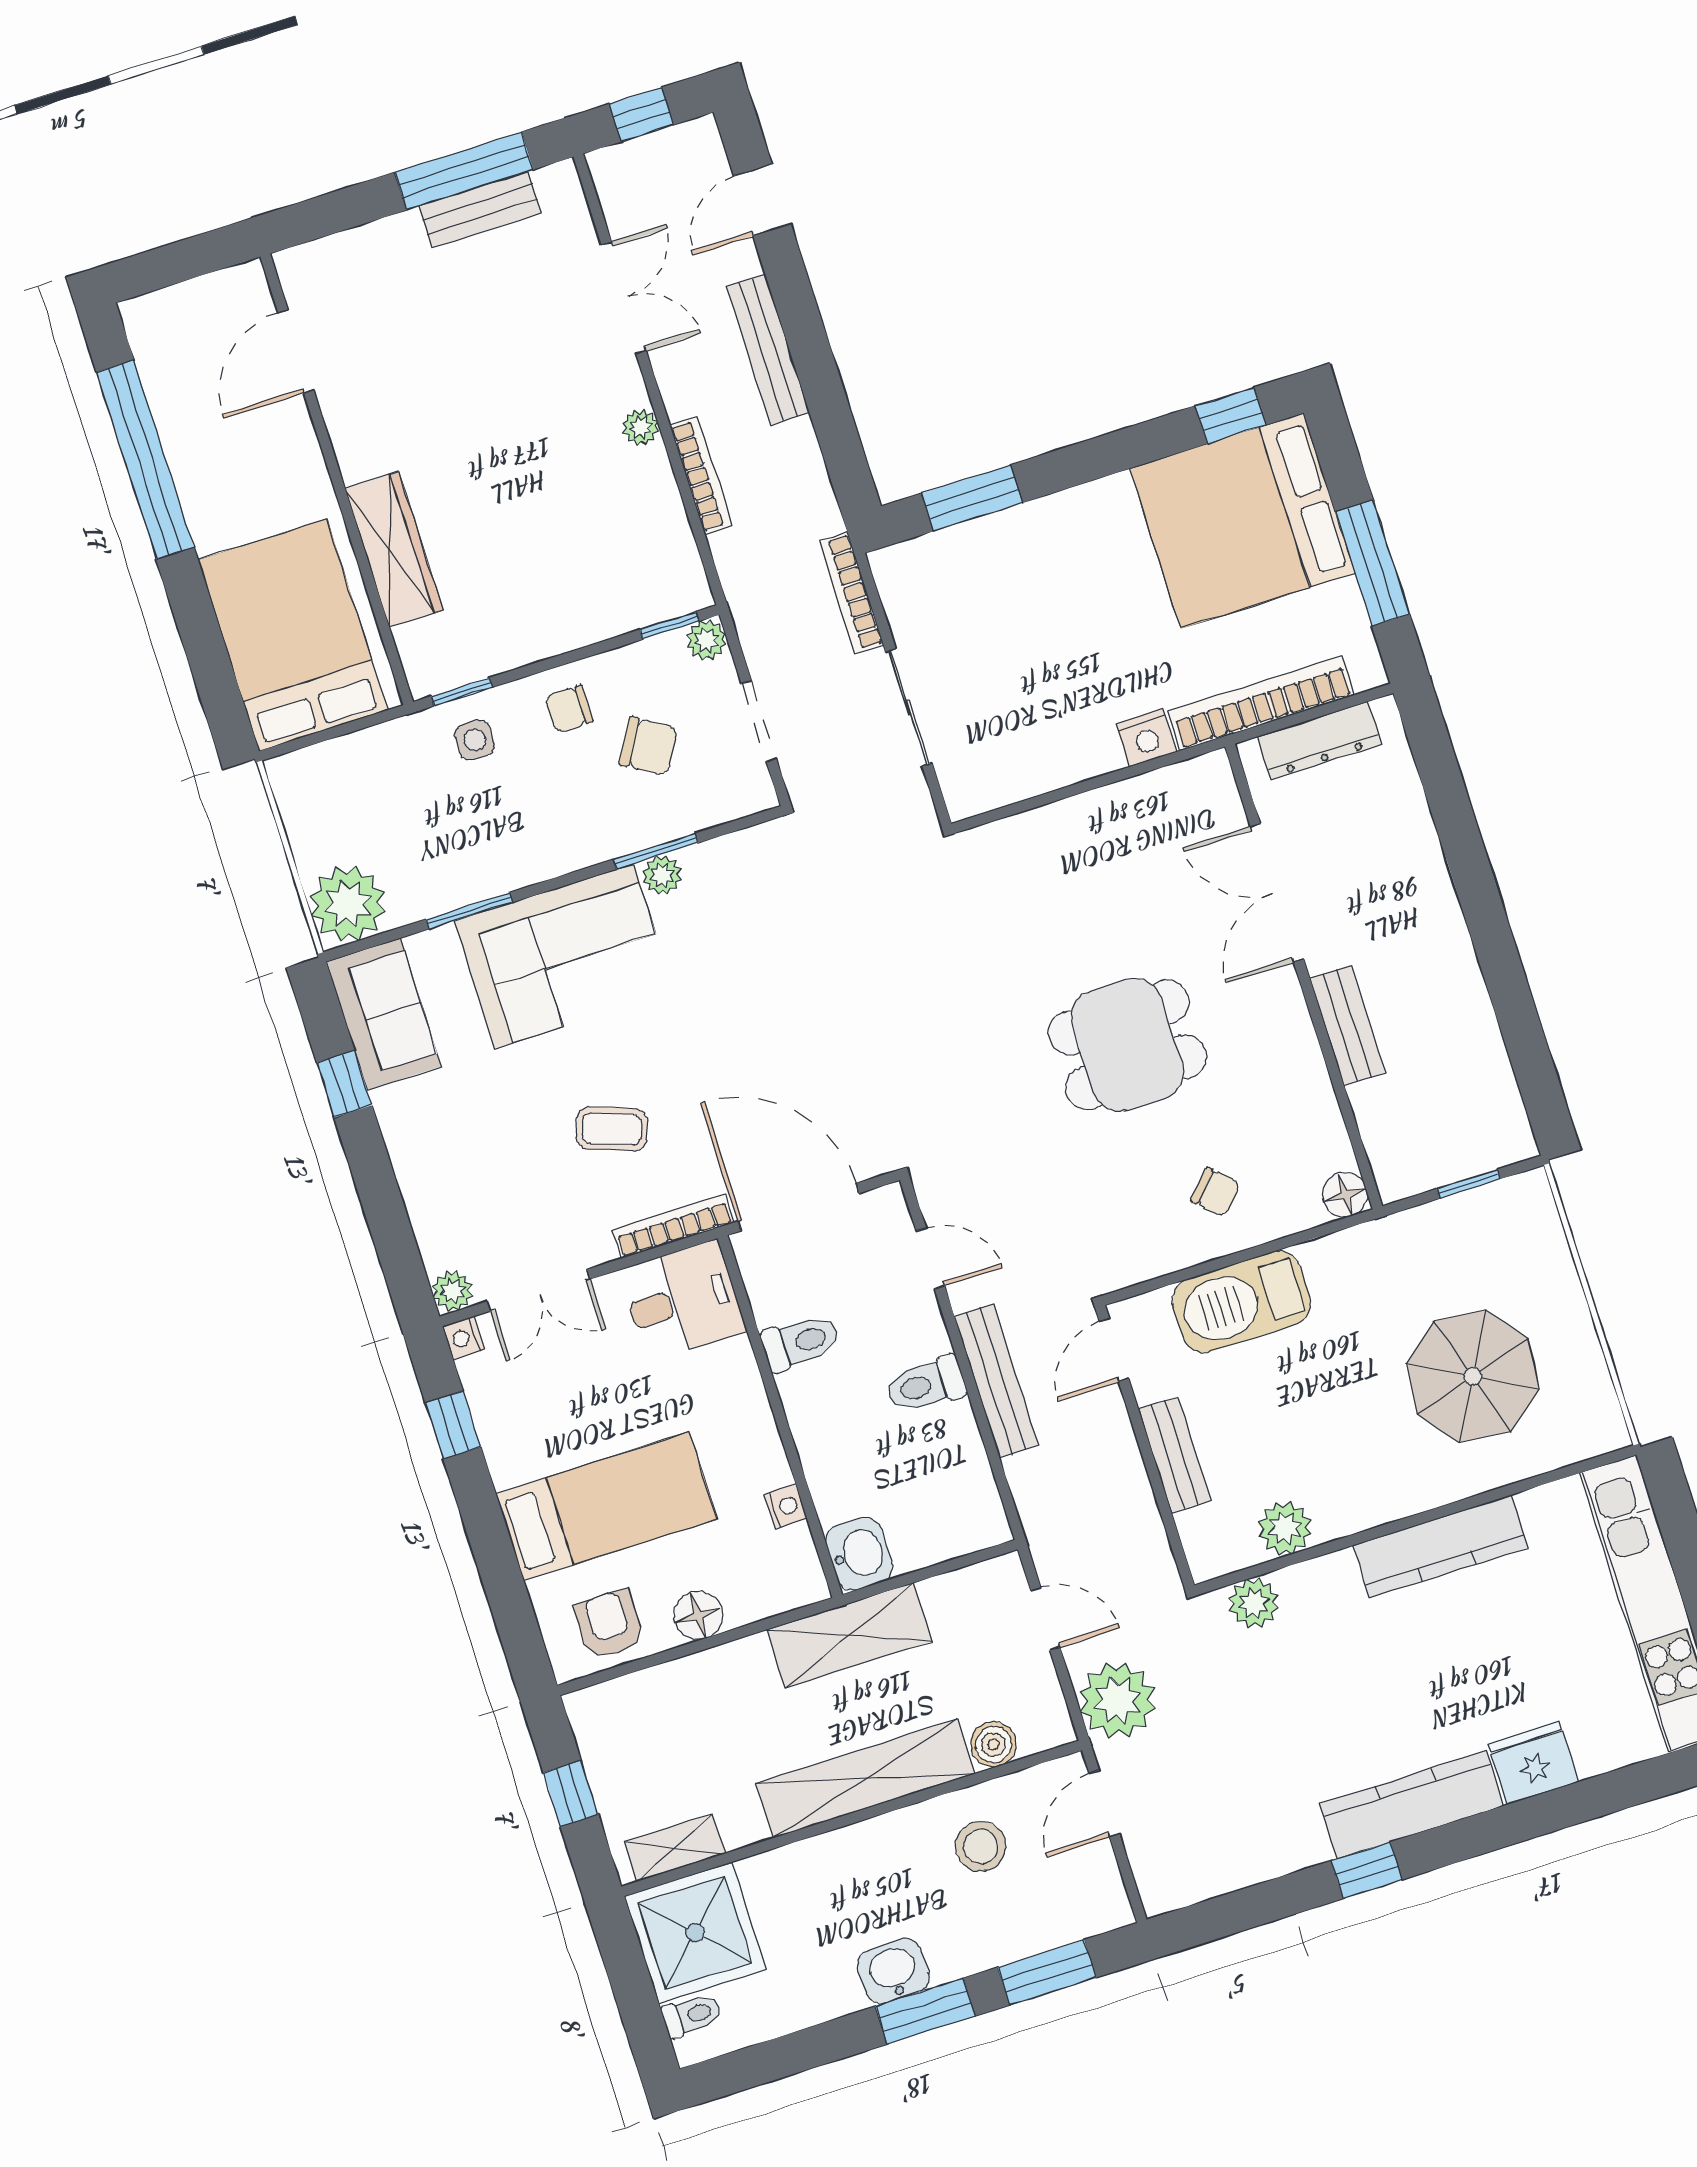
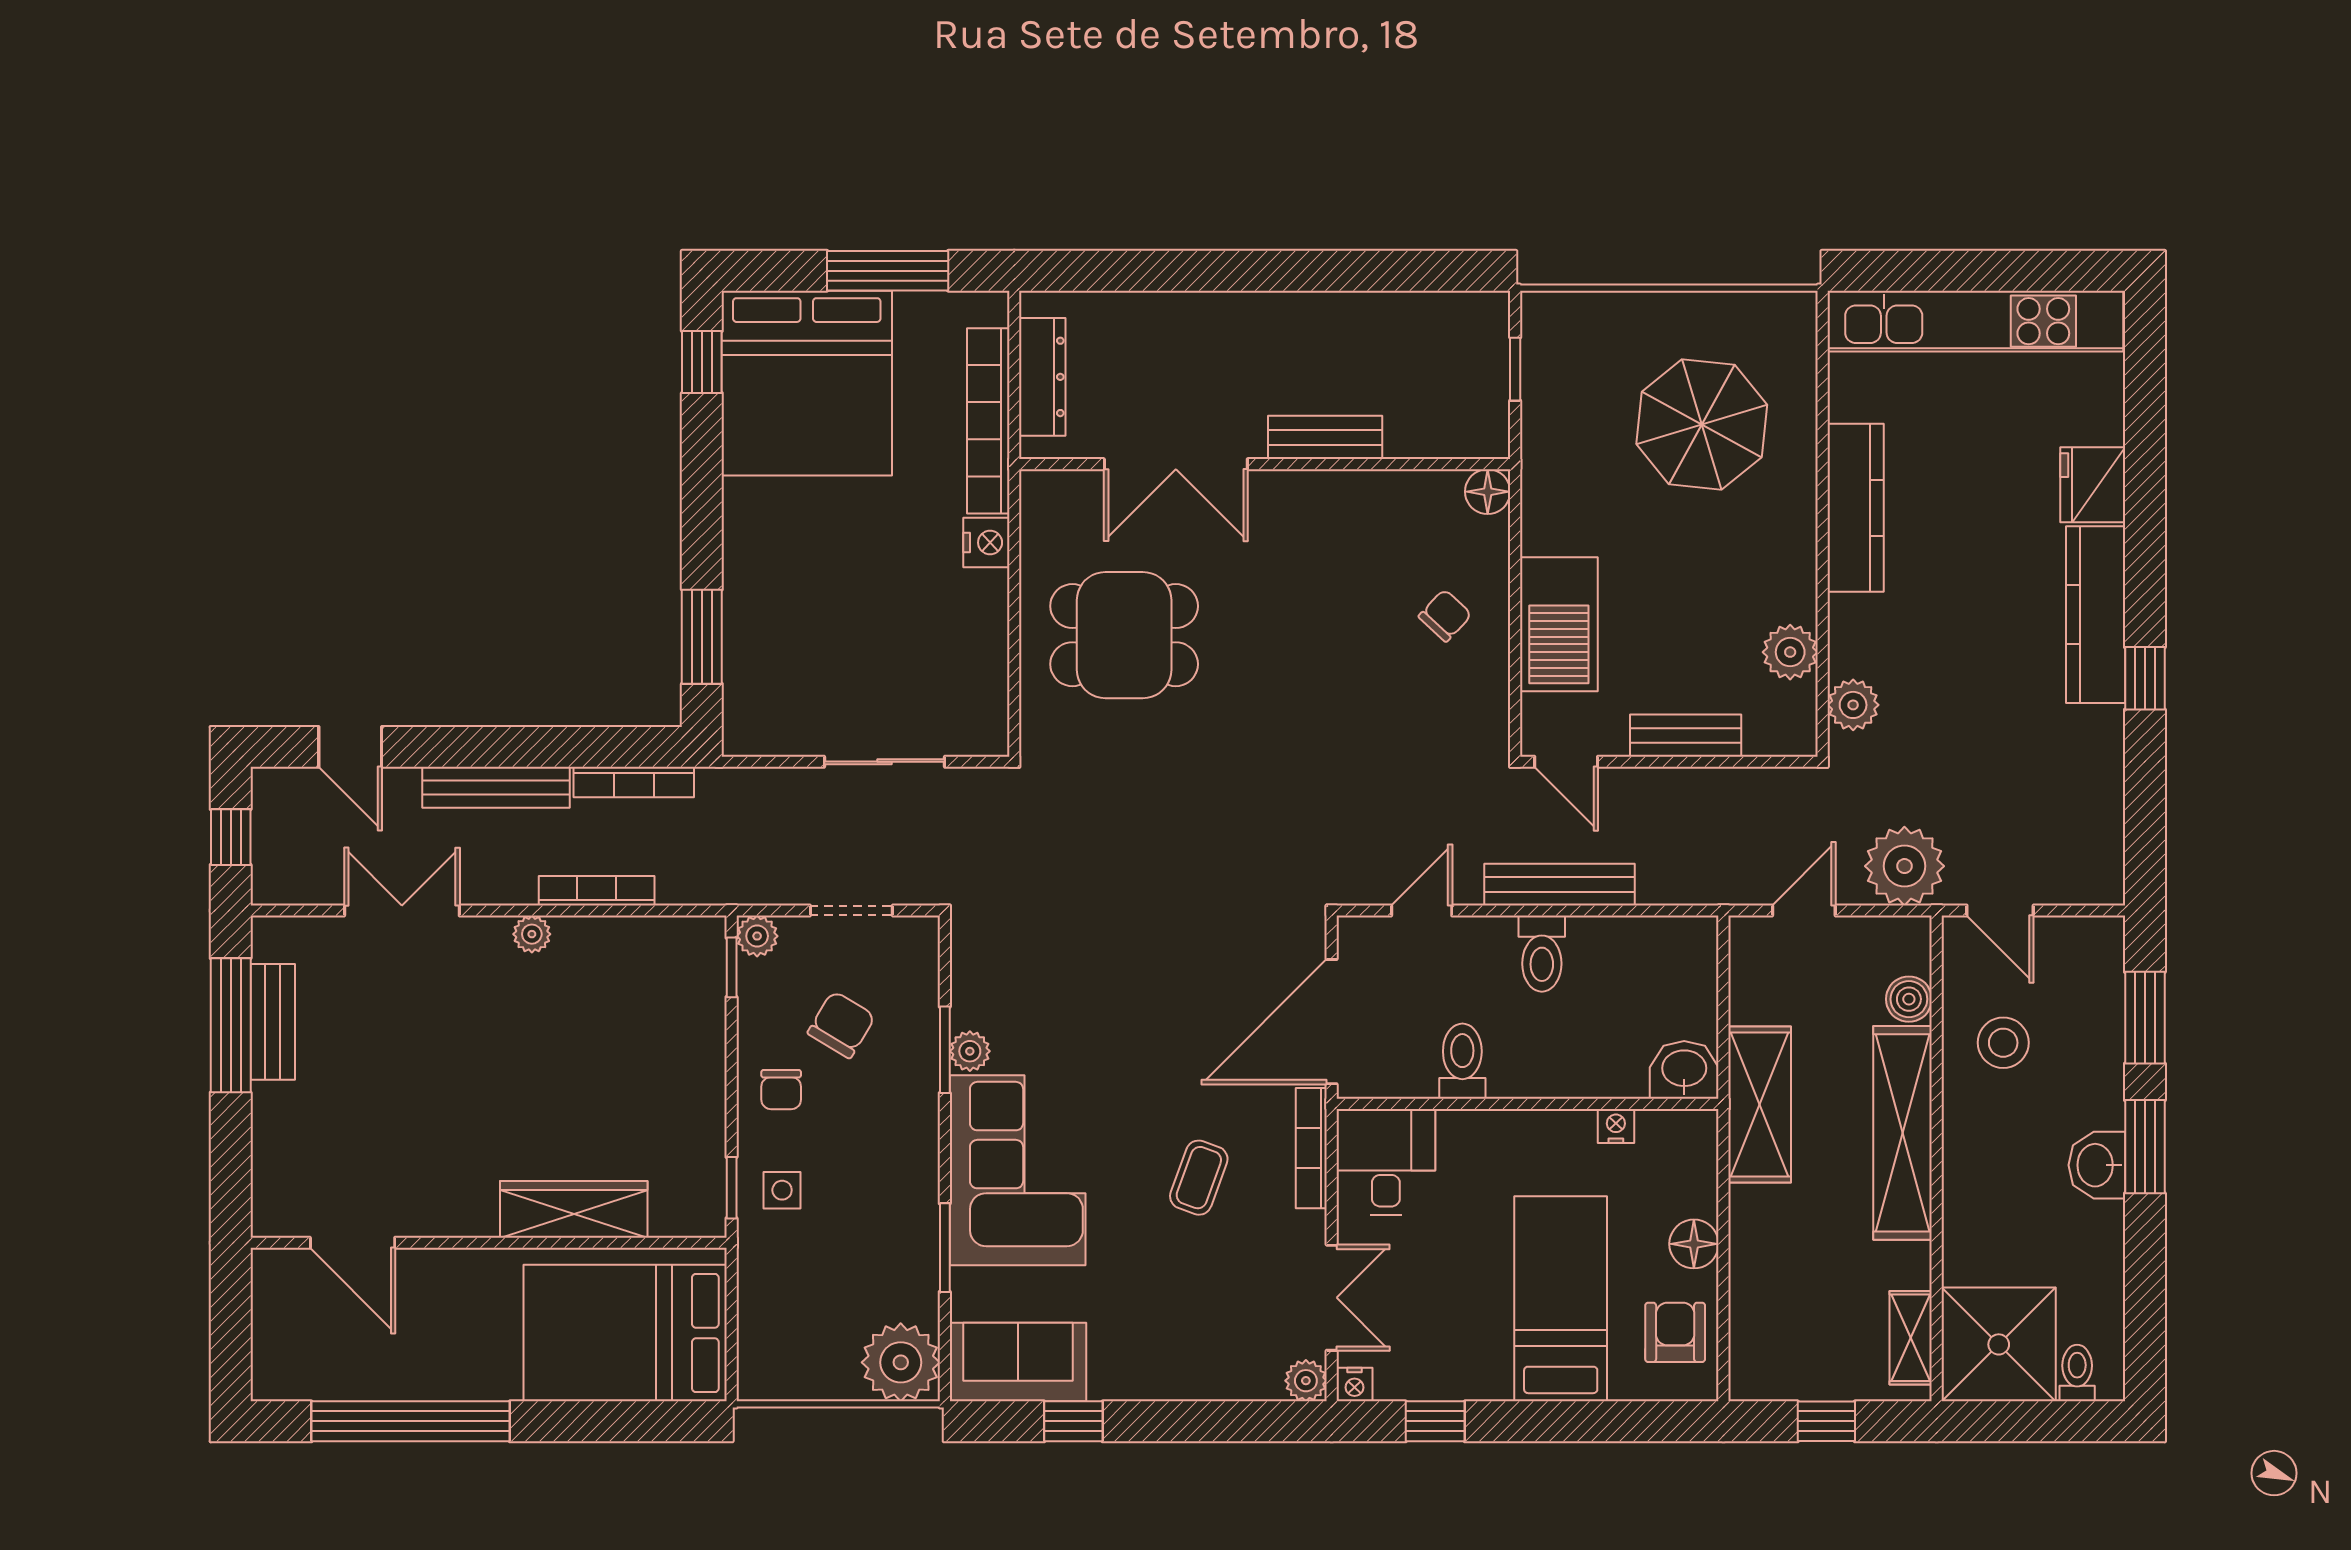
bookcase: (851, 593) -> (634, 782), moved
dining table: (1127, 1045) -> (1124, 635), moved, turned 90
armchair: (609, 1624) -> (1675, 1332), turned 90

